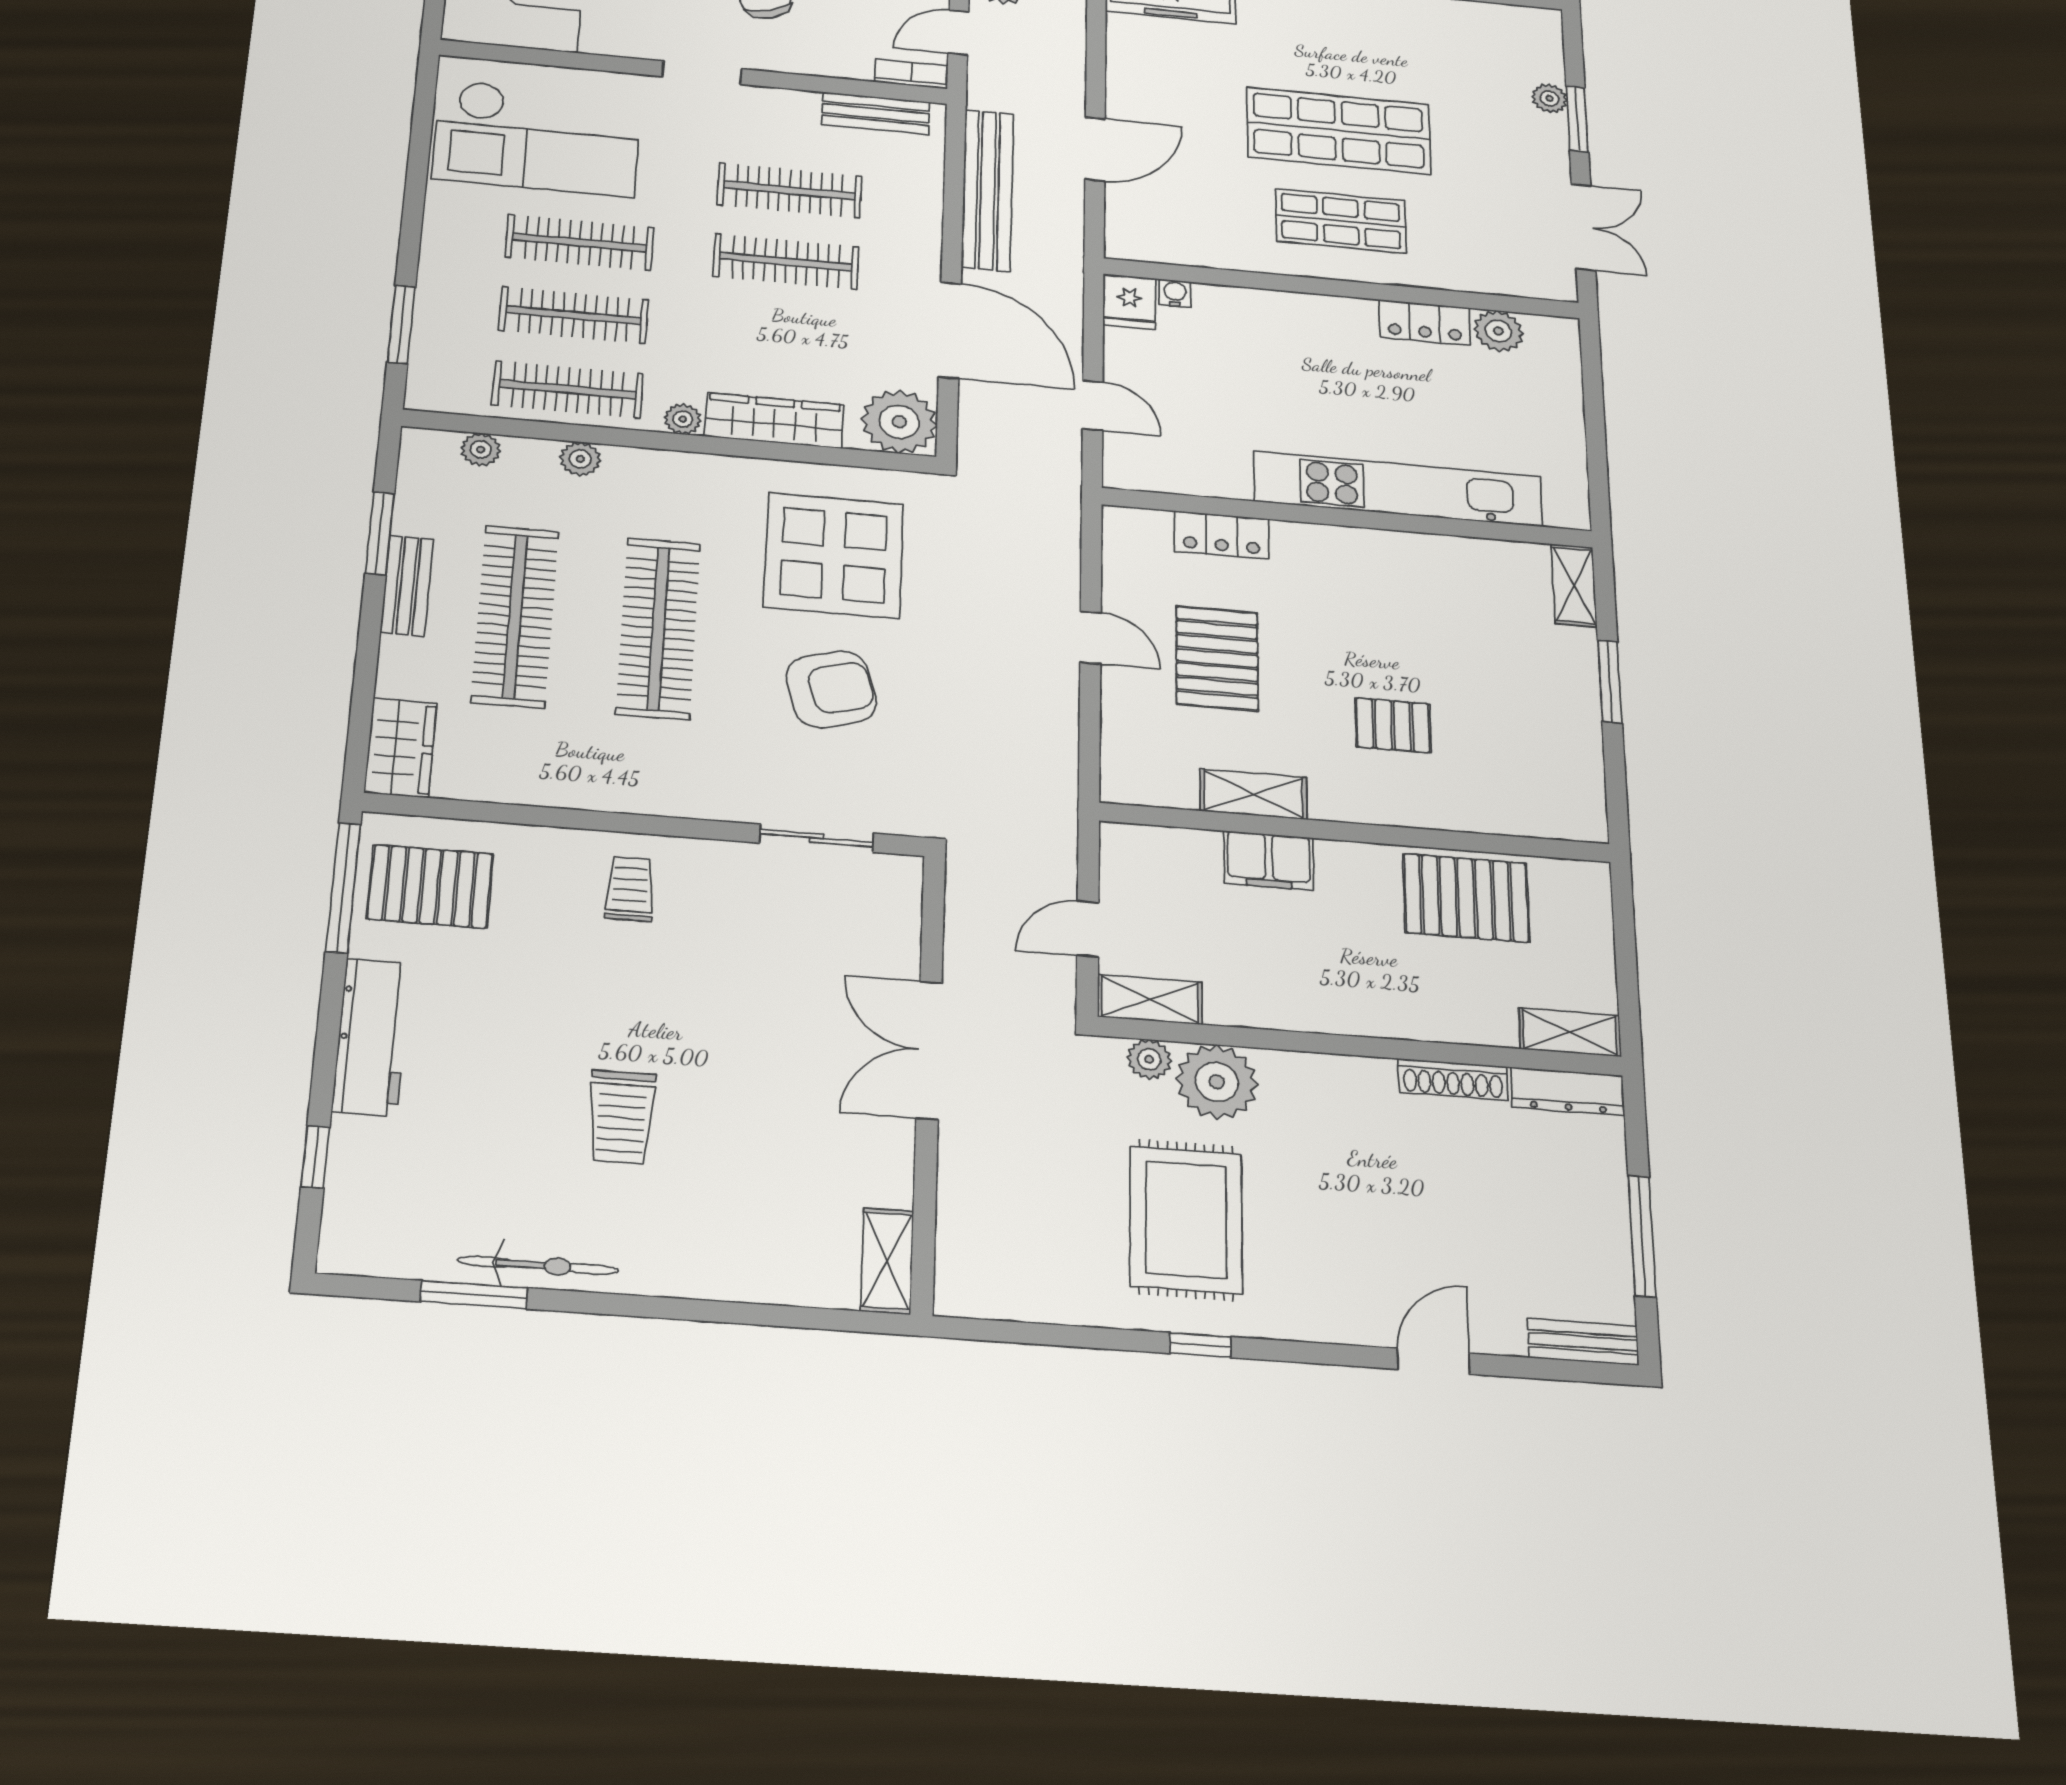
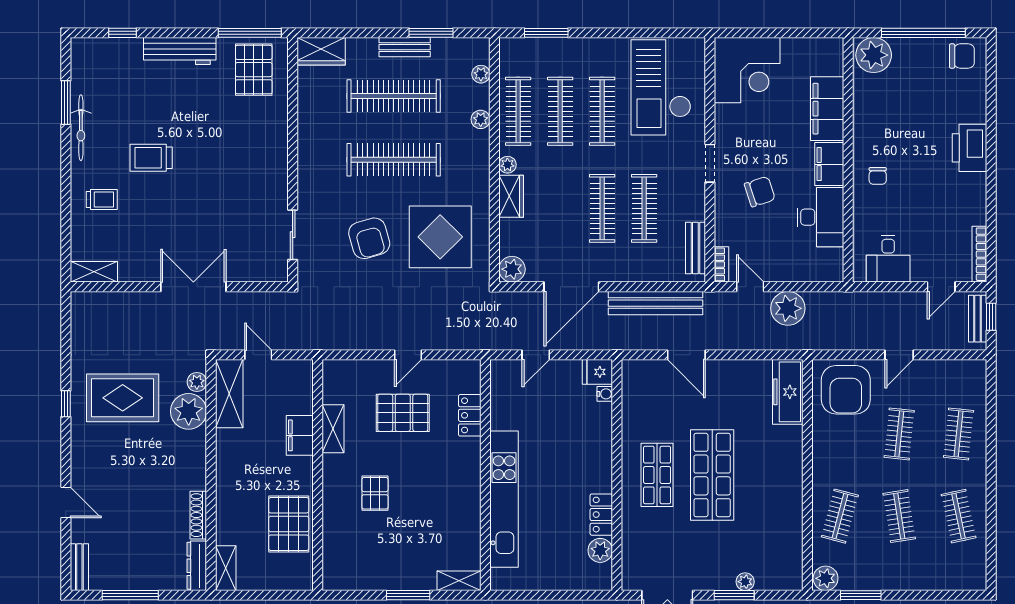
wardrobe: (774, 420) -> (511, 196), width x0.67
plant: (899, 422) -> (512, 269), width x0.73, depth x0.73
trolley: (630, 889) -> (102, 200), moved
shelving: (1150, 1000) -> (229, 394), width x1.50, depth x1.33

